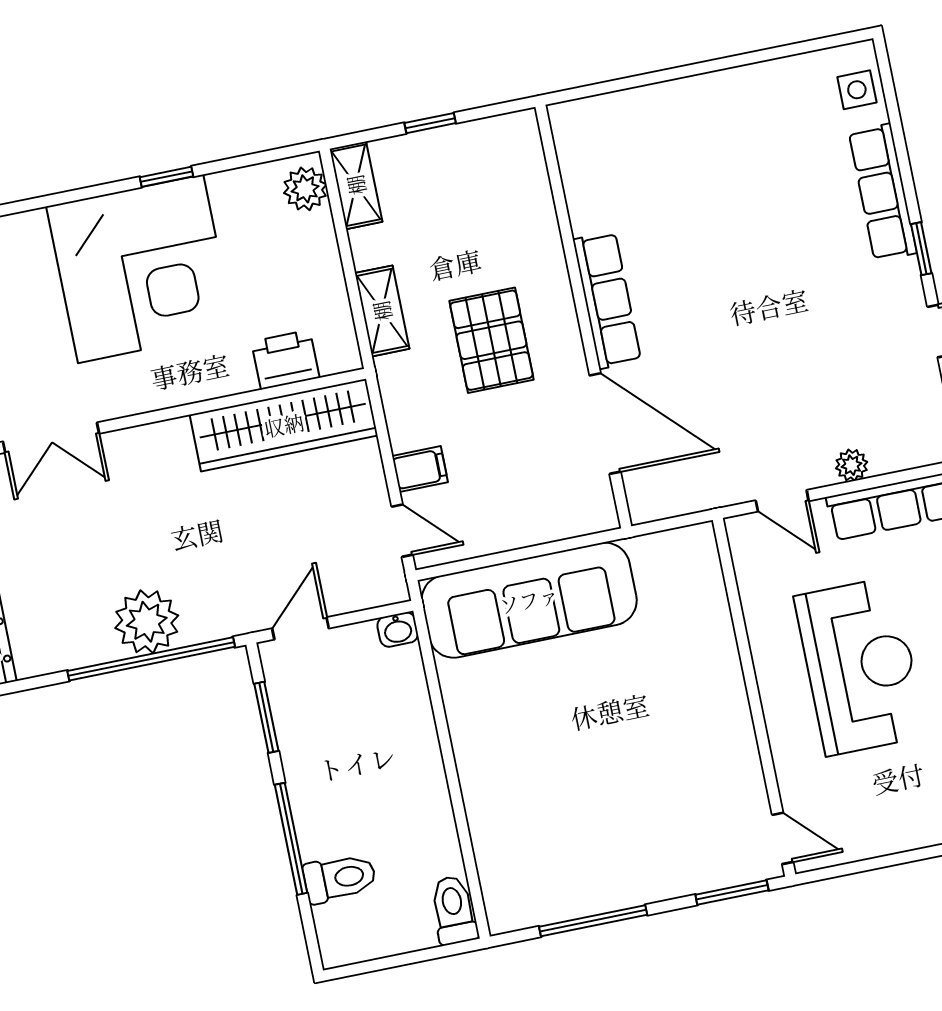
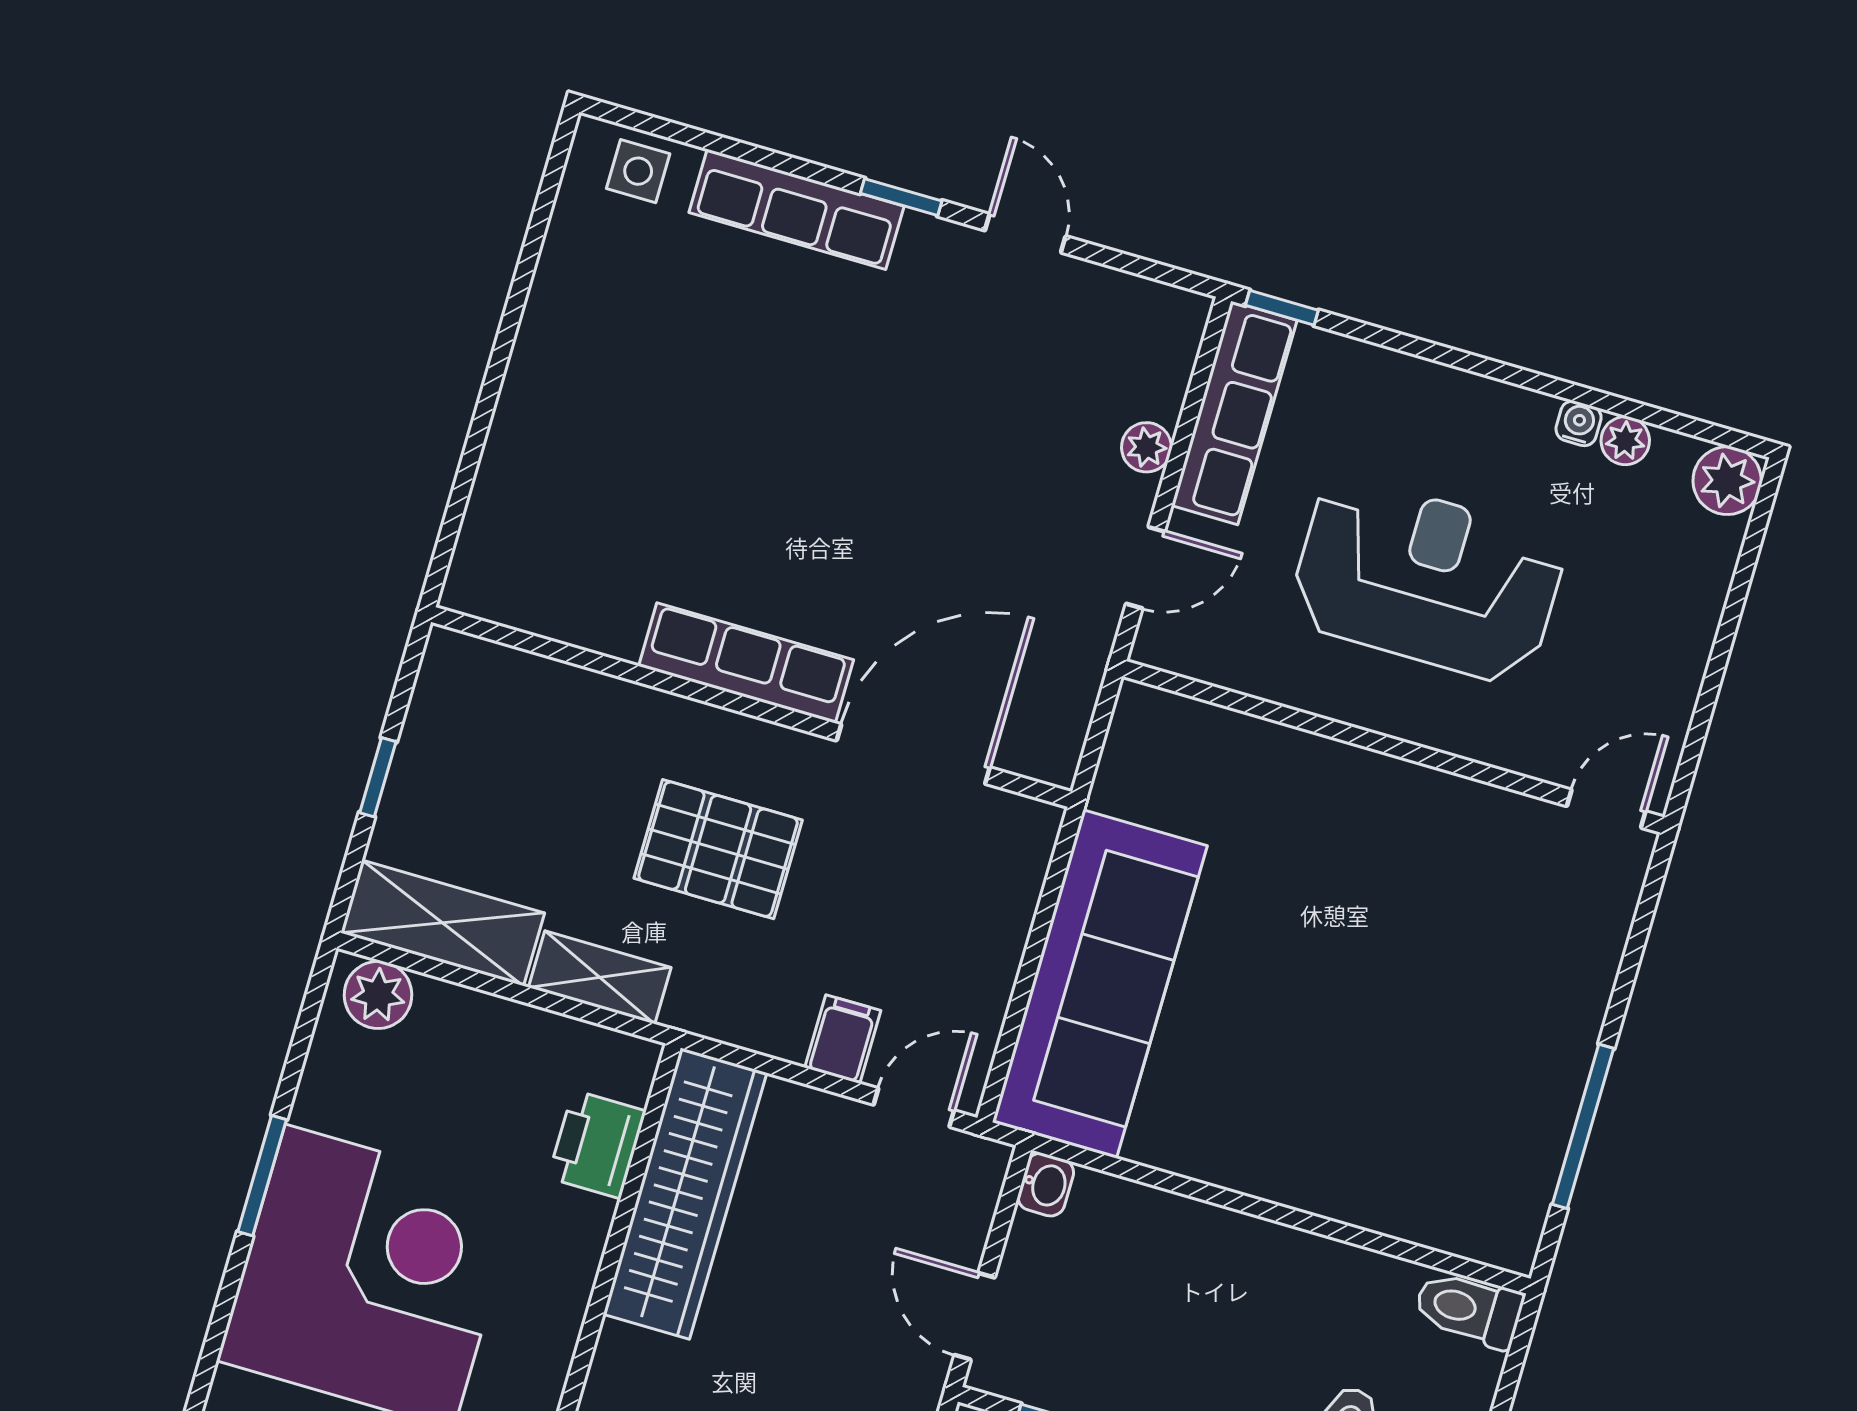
window: (166, 177) -> (262, 1176), width x1.50
shelving: (356, 185) -> (443, 923), width x1.50, depth x1.33
window: (732, 892) -> (1644, 917), removed

